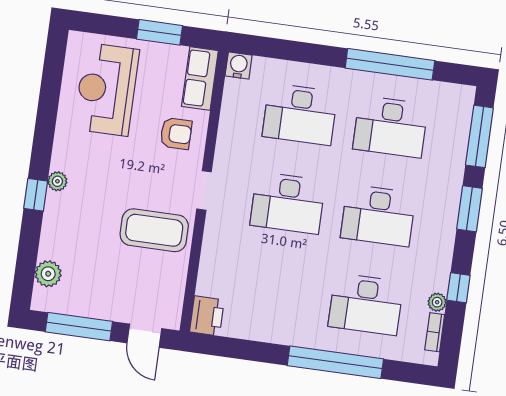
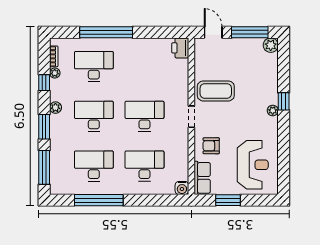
plant: (444, 240) -> (55, 108), added
plant: (48, 274) -> (271, 45), moved

